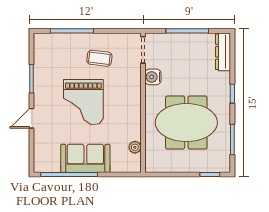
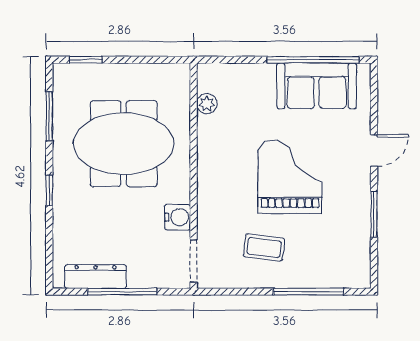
dresser: (223, 52) -> (95, 277), moved, turned -90
sofa: (85, 158) -> (317, 86), moved

